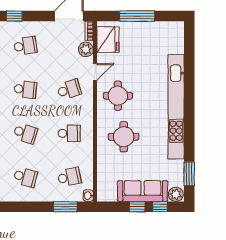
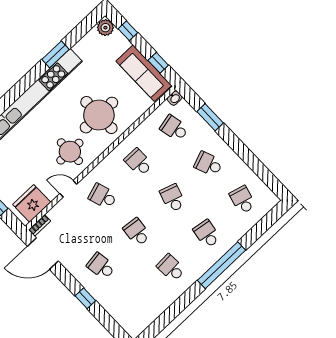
plant: (86, 49) -> (57, 214), removed
round table: (124, 137) -> (99, 115), width x1.36, depth x1.36
window: (189, 174) -> (55, 54), moved
school desk: (25, 177) -> (208, 164), turned -36
sofa: (143, 191) -> (144, 73), moved
window: (65, 207) -> (210, 117), moved
window: (137, 207) -> (158, 63), moved

